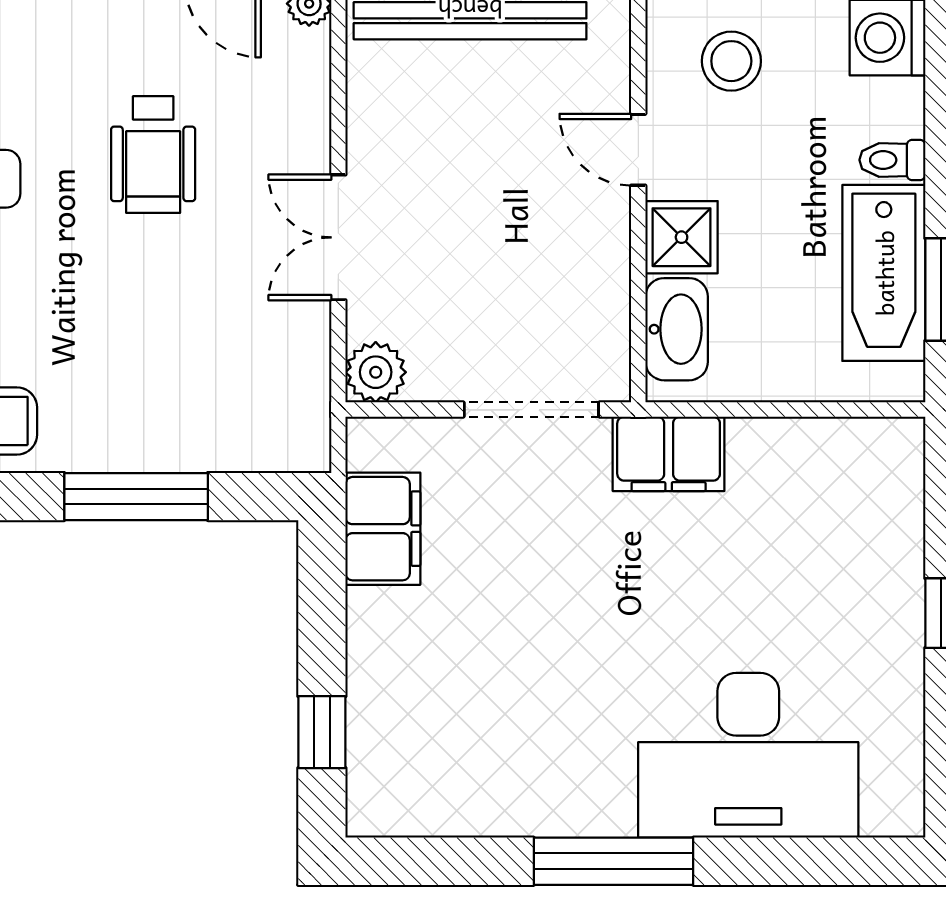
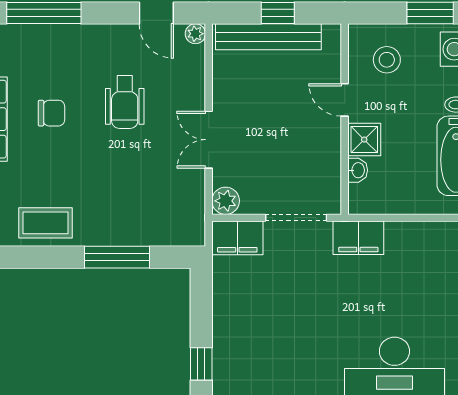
washbasin: (677, 329) -> (358, 170), width x0.52, depth x0.69
filing cabinet: (383, 529) -> (237, 238), moved, turned 90

